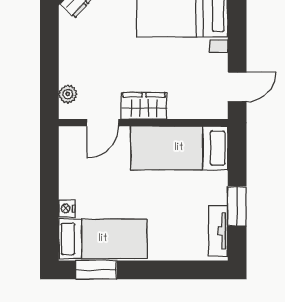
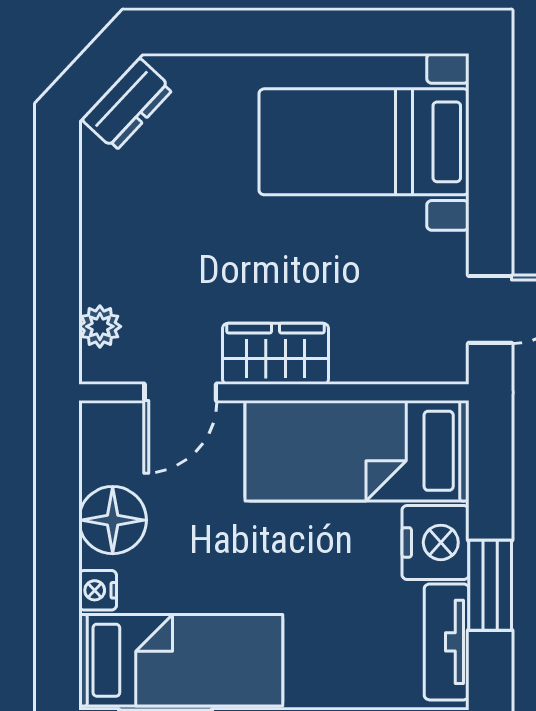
floor lamp: (73, 178) -> (113, 520), added
nightstand: (213, 188) -> (435, 542), added

